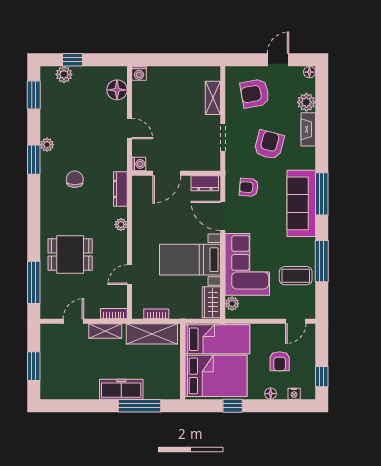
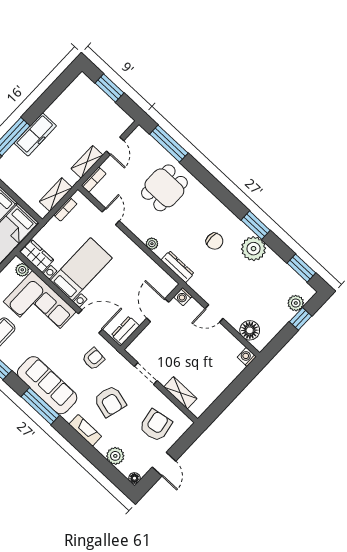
fireplace: (308, 129) -> (85, 430), moved
plant: (47, 145) -> (254, 249), width x1.87, depth x1.87
shelving: (152, 334) -> (56, 195), width x0.67, depth x0.75

